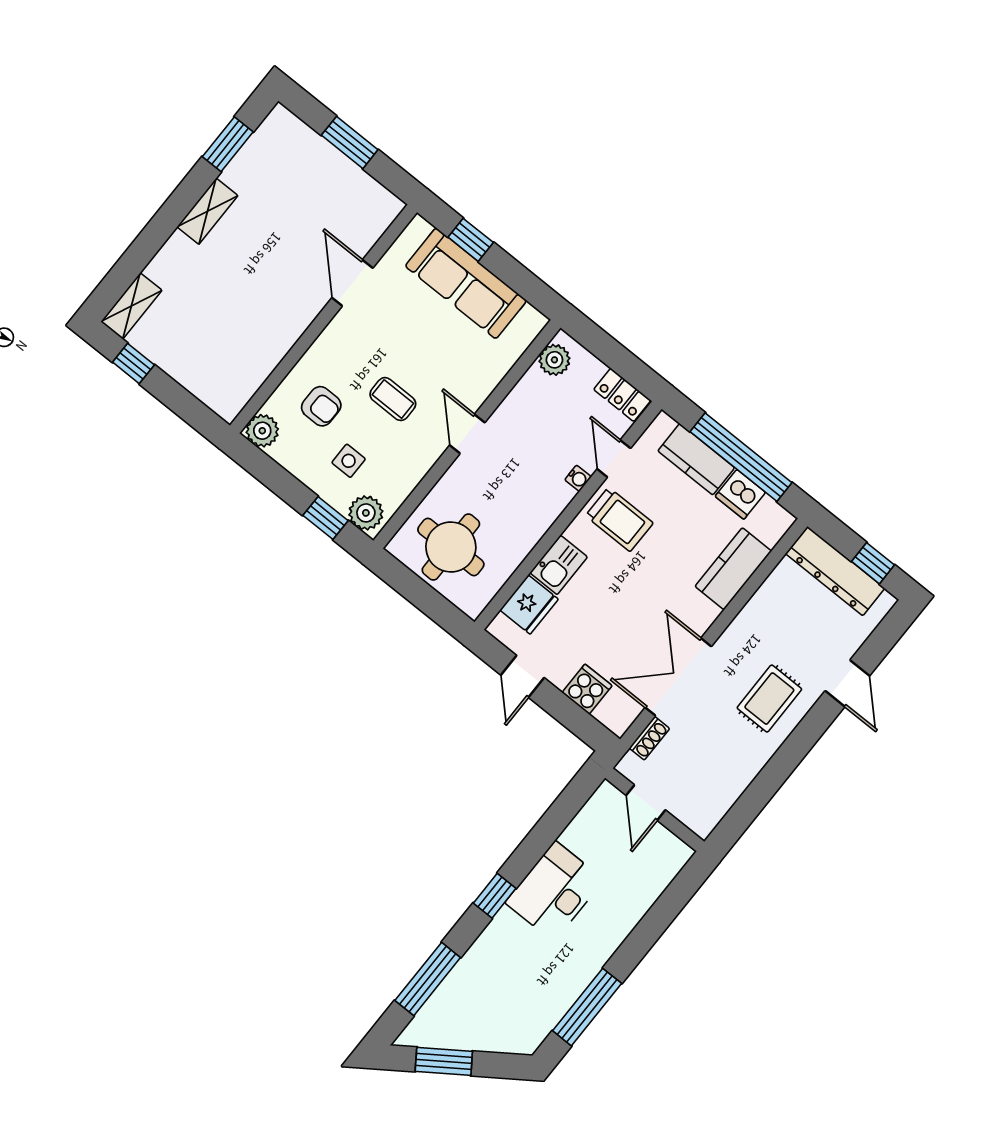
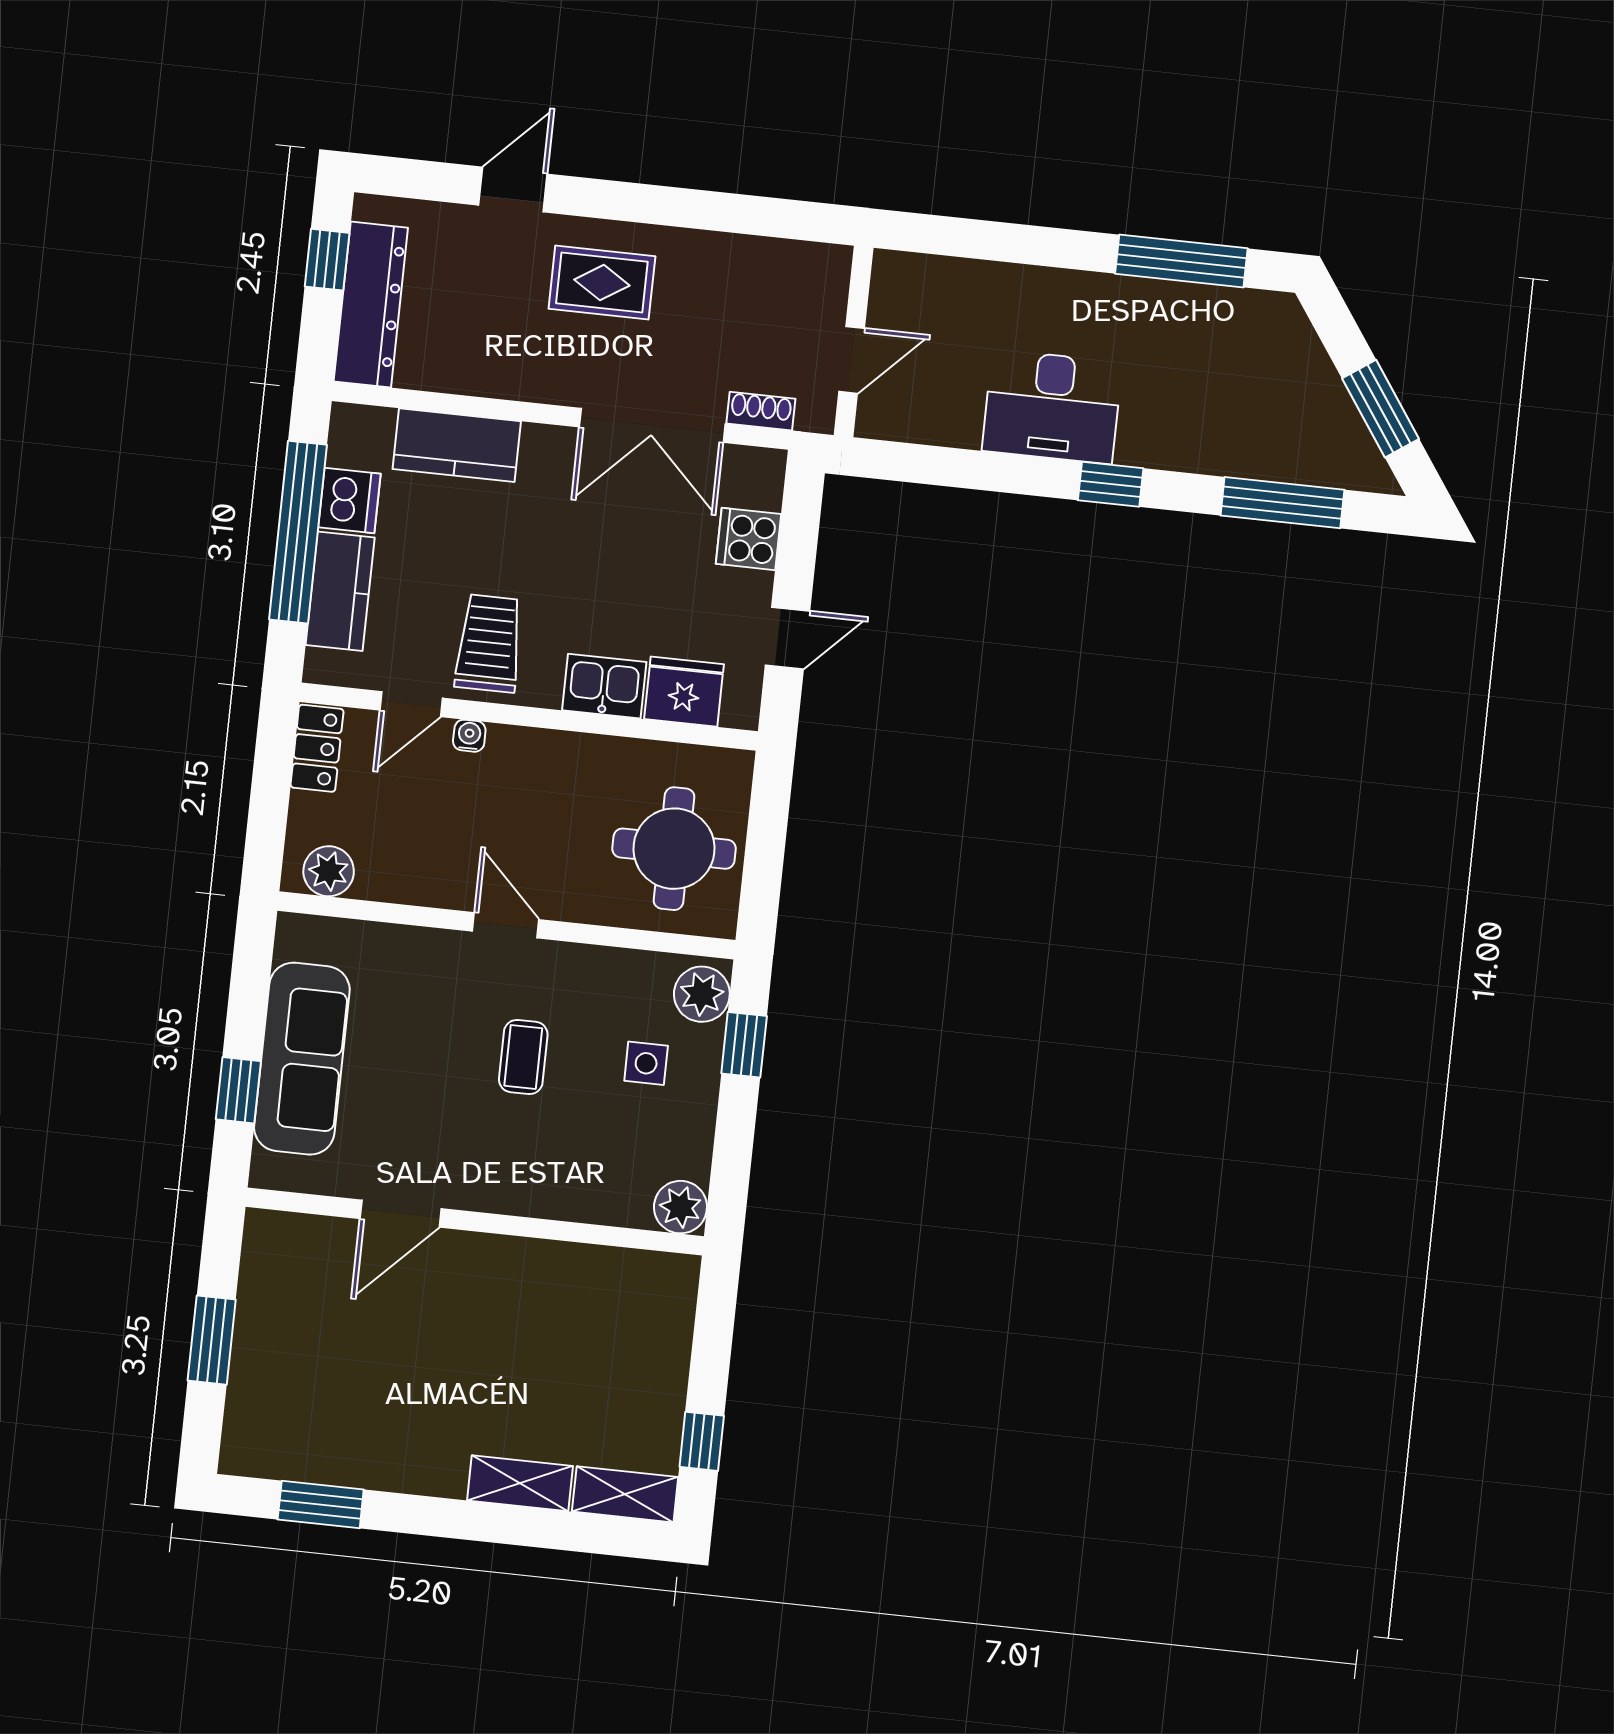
shelving: (207, 211) -> (520, 1483), moved
armchair: (321, 406) -> (596, 1148), removed
door: (467, 434) -> (506, 925), swing flipped

